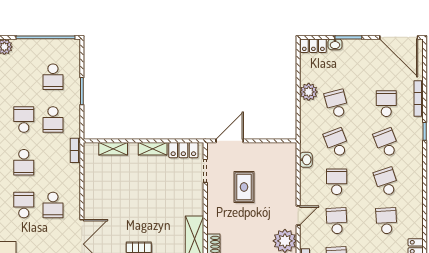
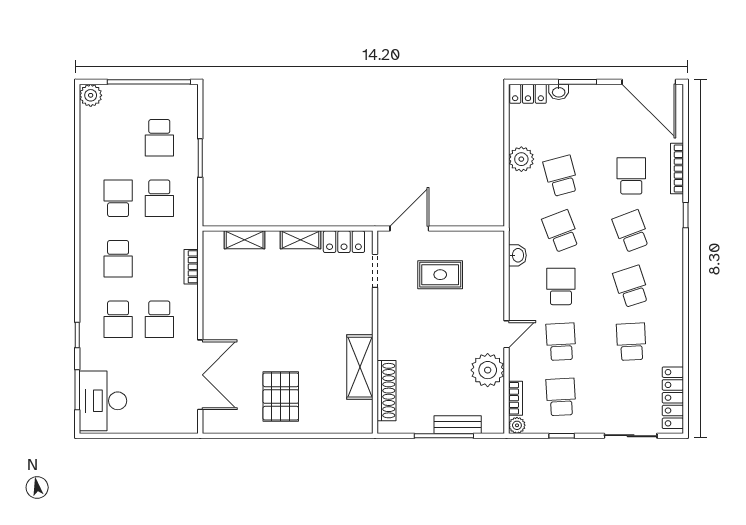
bookcase: (75, 150) -> (191, 267), moved
rug: (244, 187) -> (440, 275), moved, turned 90
school desk: (24, 205) -> (118, 319), turned 180

